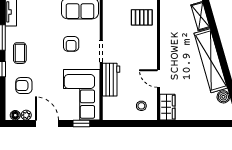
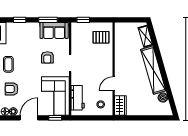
door: (158, 78) -> (114, 84), hinge flipped
workbench: (111, 80) -> (78, 98), moved
door: (47, 123) -> (29, 118), hinge flipped

